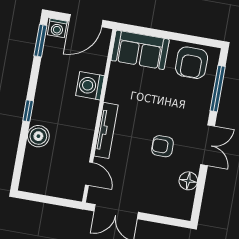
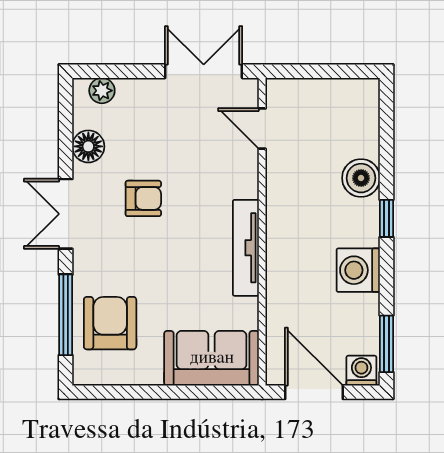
door: (86, 21) -> (314, 392), hinge flipped
armchair: (192, 63) -> (110, 323), moved
washing machine: (90, 86) -> (358, 270), moved, turned 180
tv unit: (106, 130) -> (246, 248), moved
plant: (175, 211) -> (102, 91), added

